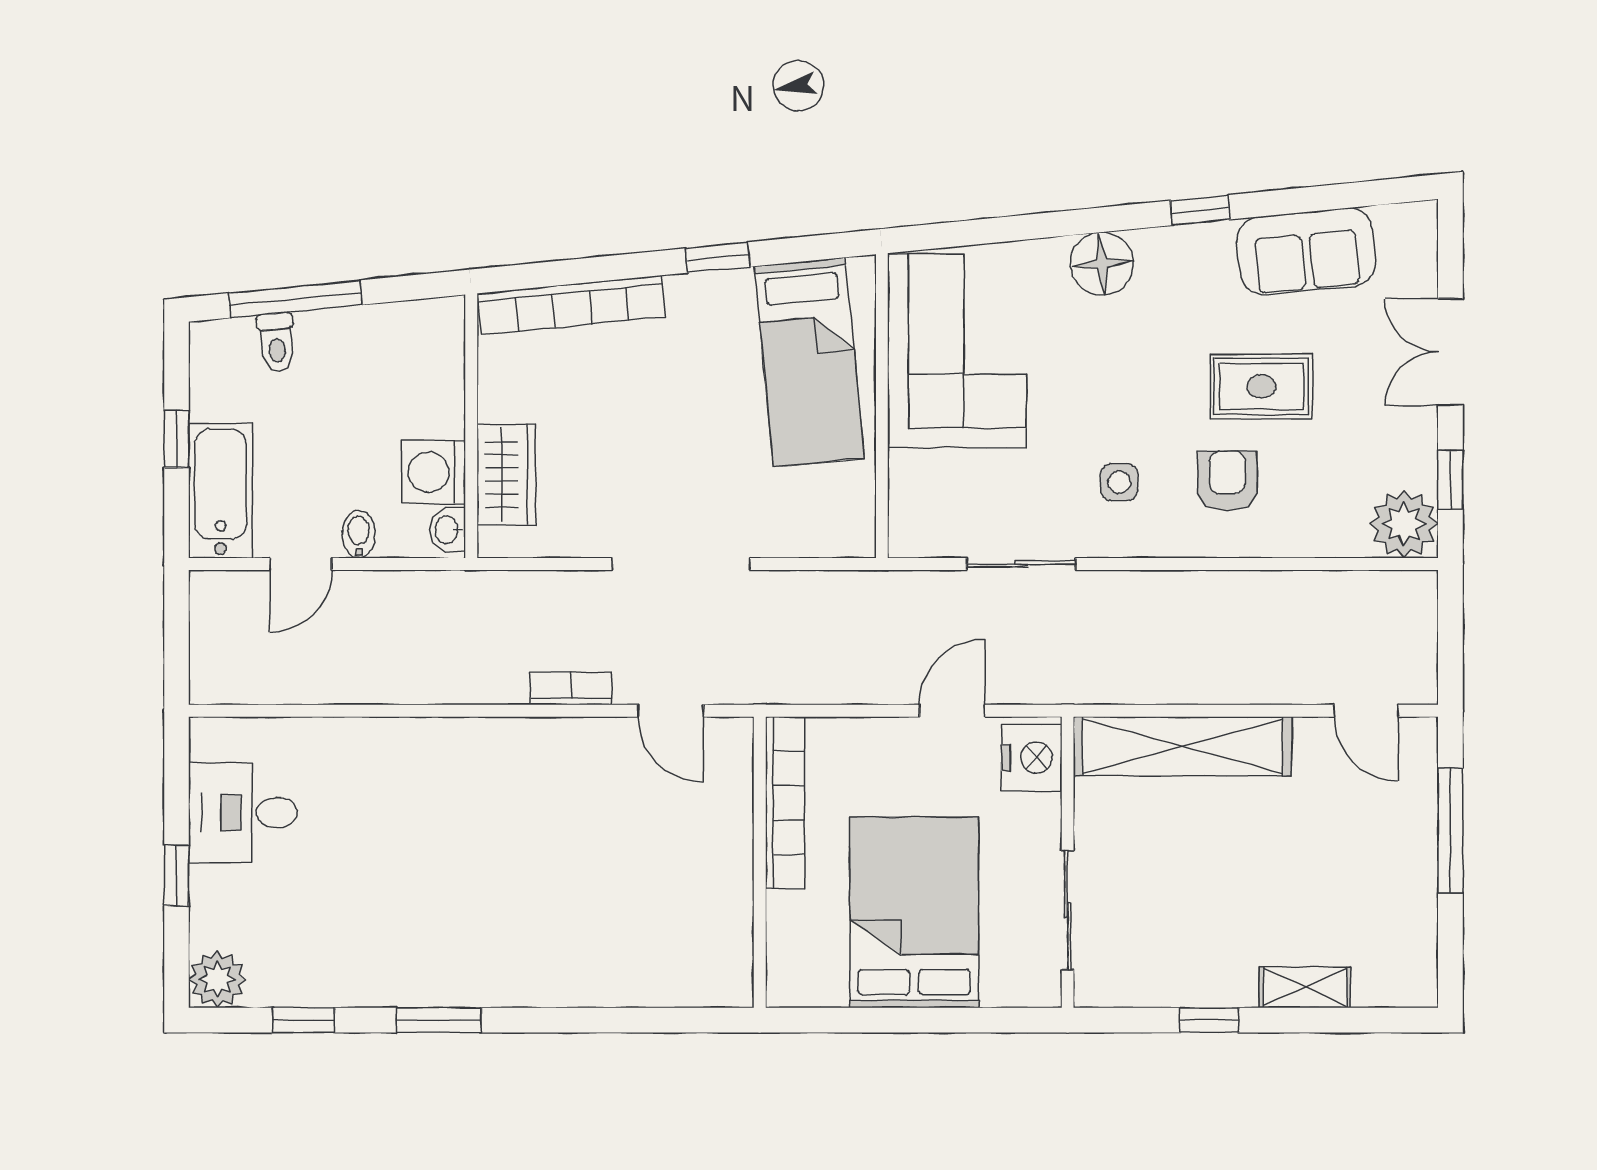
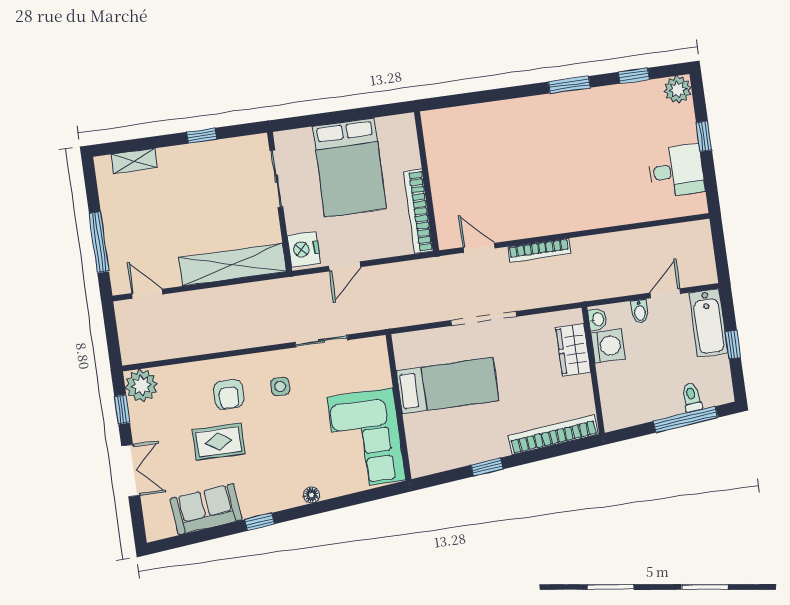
floor lamp: (1102, 264) -> (311, 495), width x0.53, depth x0.53
bed: (809, 362) -> (447, 386), moved, turned 96
bookcase: (571, 689) -> (539, 250), width x1.56
shelving: (1305, 987) -> (134, 161), moved

